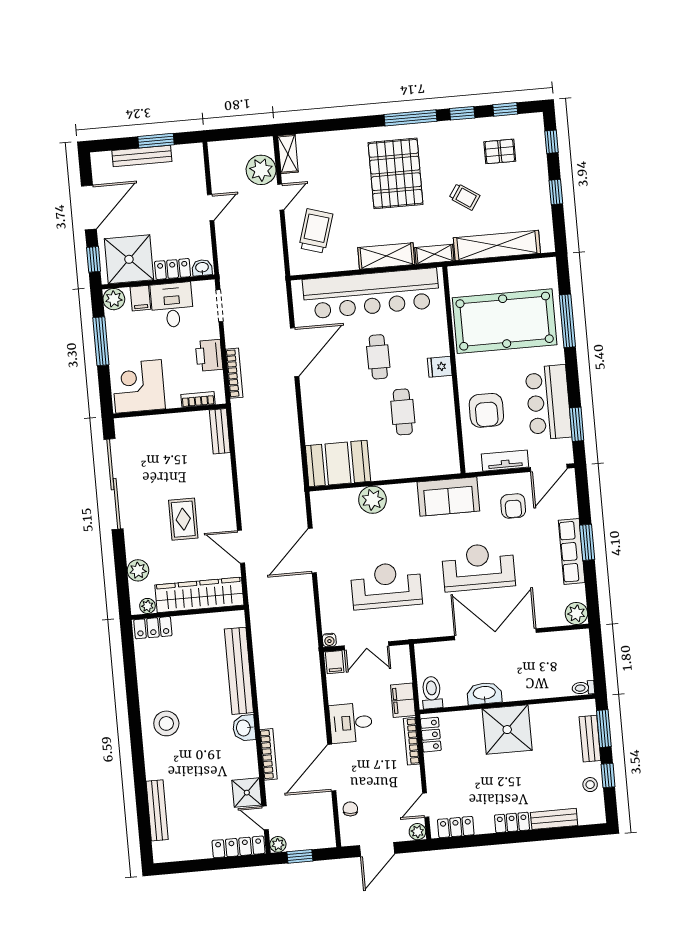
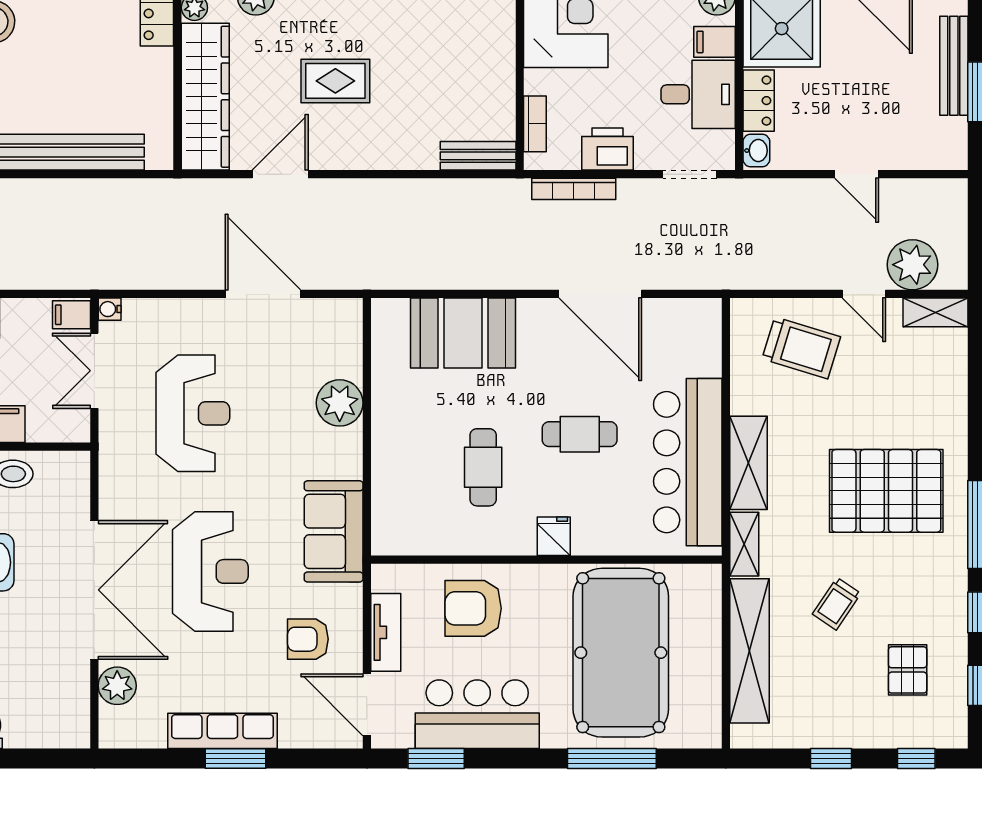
bar counter: (371, 293) -> (688, 462), width x0.73
cafe table: (403, 412) -> (483, 467), turned 90
booth: (338, 463) -> (463, 333), moved, turned 90
plant: (576, 613) -> (117, 686), moved

